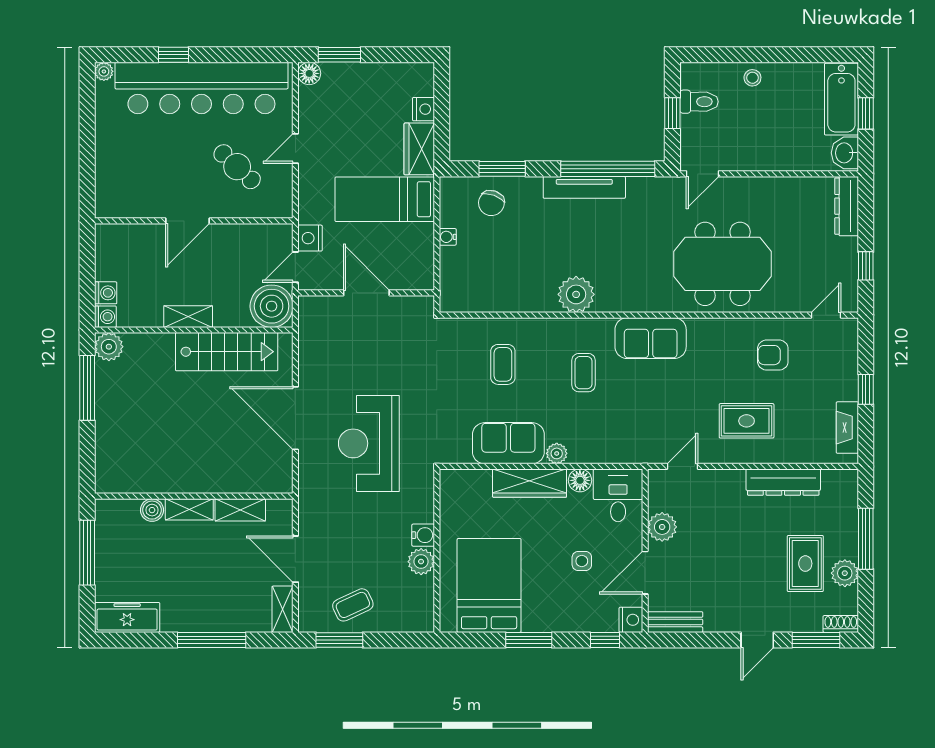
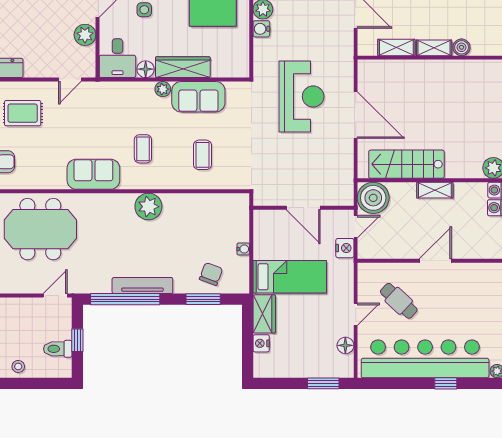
floor lamp: (309, 73) -> (345, 345), moved

